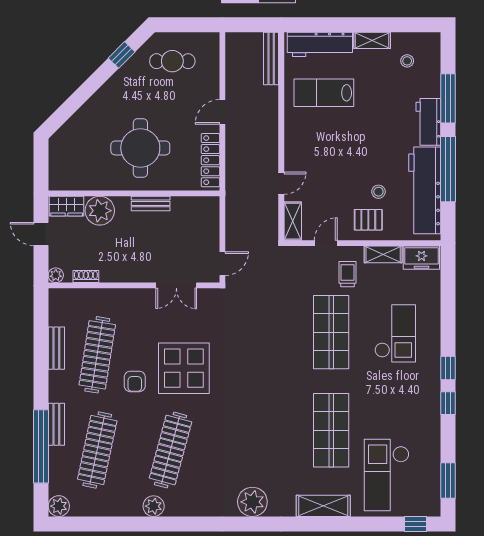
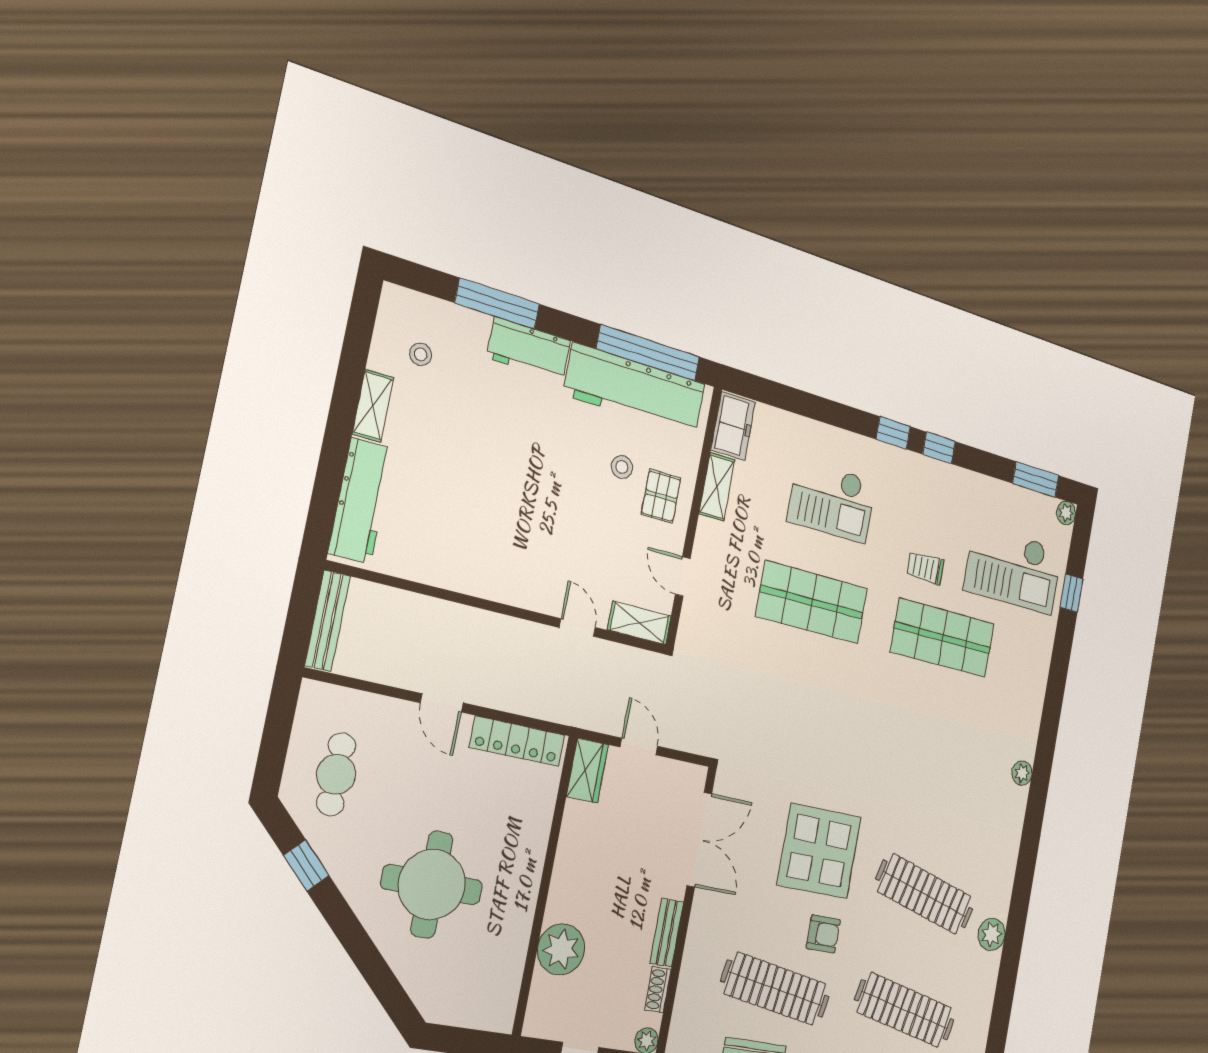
bench: (271, 59) -> (327, 621), moved, turned 90
lab bench: (324, 93) -> (445, 516), removed
round table: (140, 148) -> (432, 885), moved
window: (448, 169) -> (648, 353), moved
bench: (151, 203) -> (667, 933), moved
wardrobe: (67, 206) -> (587, 771), moved
door: (222, 264) -> (639, 747), moved
trolley: (348, 274) -> (925, 568), moved
double door: (176, 285) -> (699, 840), width x1.37
checkout: (395, 333) -> (832, 501), turned 180
plant: (252, 502) -> (1022, 773), width x0.53, depth x0.53
shelving: (323, 506) -> (1035, 676), removed
plant: (433, 509) -> (1066, 513), added
window: (415, 524) -> (1071, 593), moved

